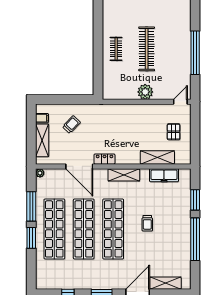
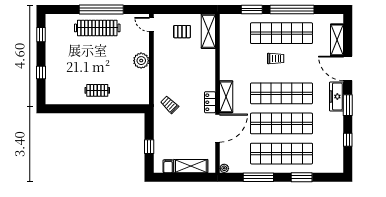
clothes rail: (147, 49) -> (97, 28), moved
window: (61, 100) -> (149, 147), added
trolley: (71, 124) -> (170, 105), moved
shelving: (157, 157) -> (208, 31), moved
shelving: (124, 175) -> (226, 97), moved
freezer: (164, 175) -> (336, 97), moved, turned 180
shop shelf: (172, 229) -> (281, 33), added
window: (31, 238) -> (302, 177), moved

